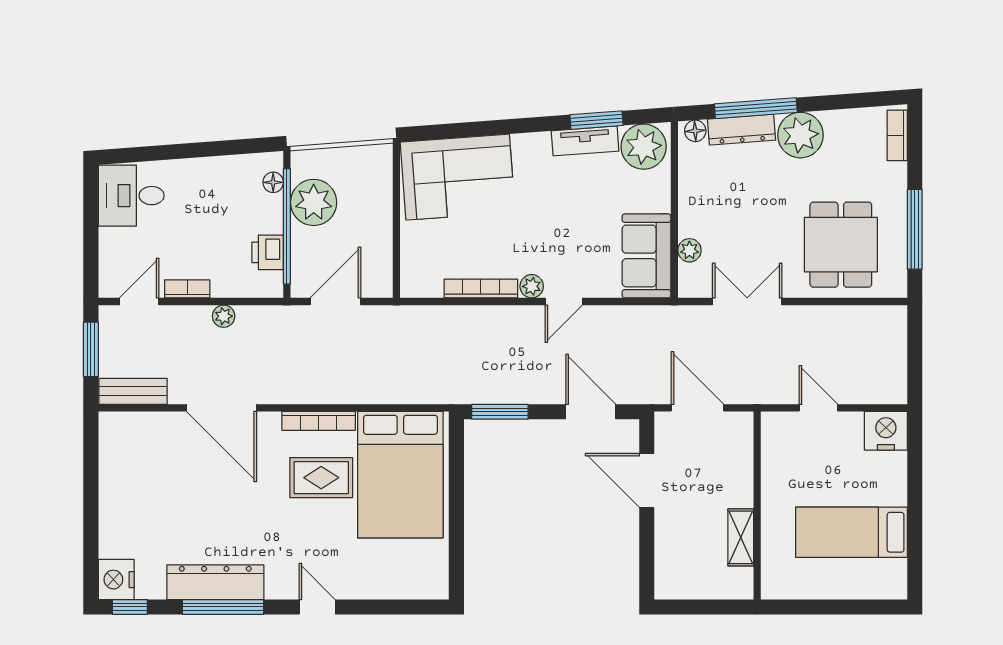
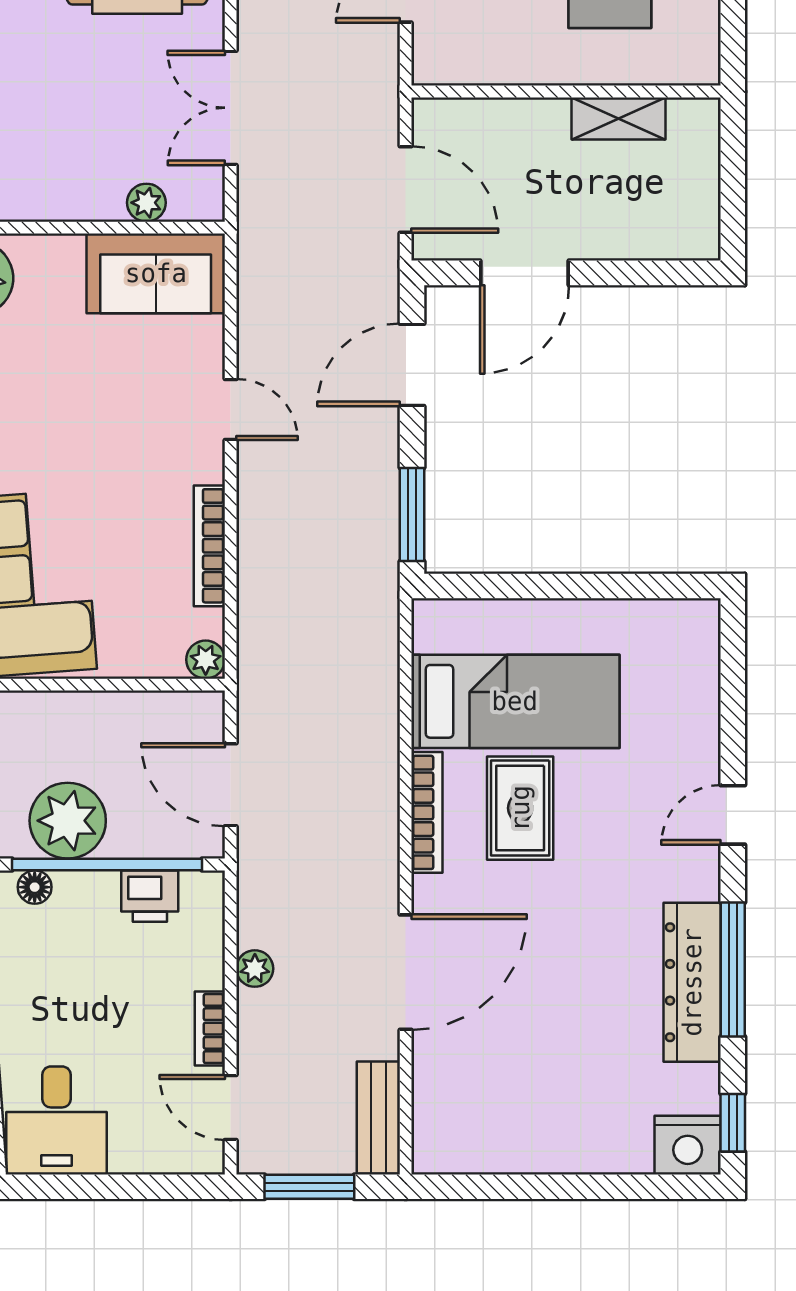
plant: (532, 286) -> (206, 660), moved
door: (698, 408) -> (406, 190), swing flipped
bed: (400, 475) -> (515, 701), width x0.67

